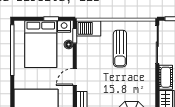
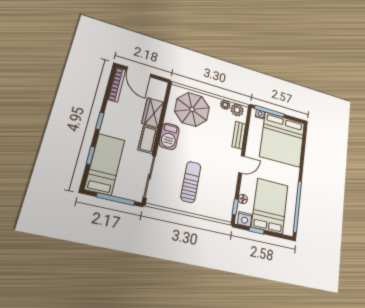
barbecue: (89, 28) -> (169, 136), moved, turned 90

